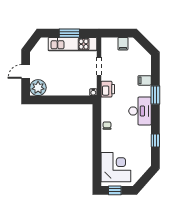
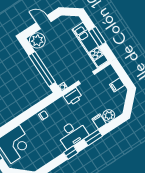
plant: (145, 69) -> (109, 115), added
window: (66, 100) -> (42, 69), added
window: (155, 141) -> (71, 153), moved

